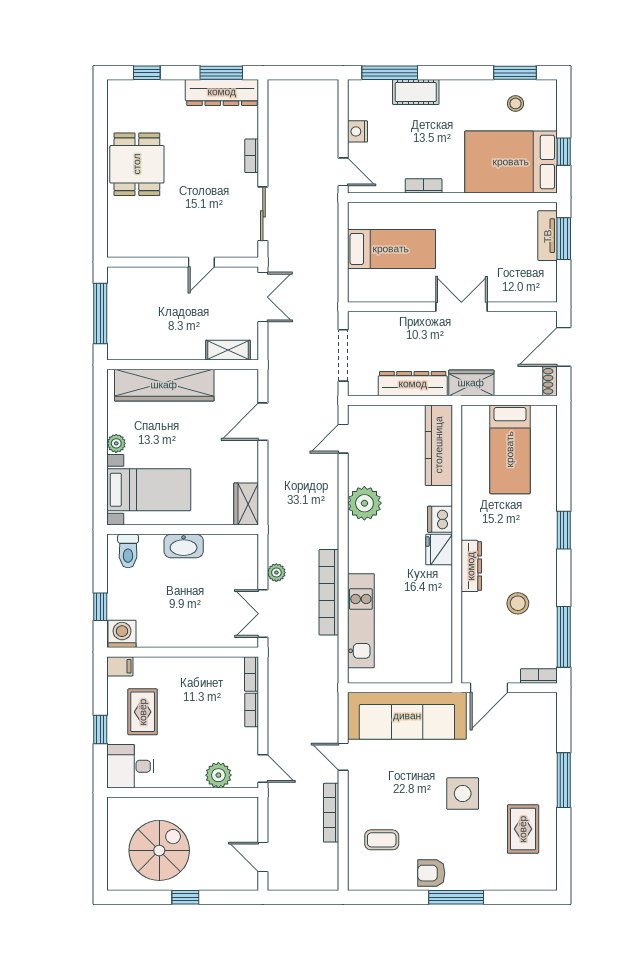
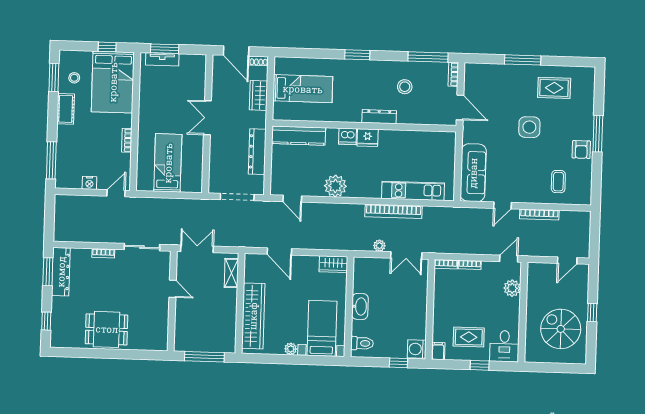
cot: (416, 92) -> (66, 109), moved
wardrobe: (471, 383) -> (259, 95), moved
sofa: (407, 716) -> (473, 173), width x0.74, depth x0.79

